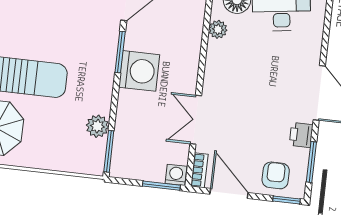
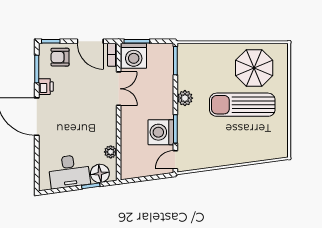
washing machine: (139, 71) -> (161, 132), moved
plant: (97, 126) -> (185, 98), moved
washing machine: (176, 175) -> (134, 56), width x1.89, depth x1.89
armchair: (276, 175) -> (60, 57), turned 90

